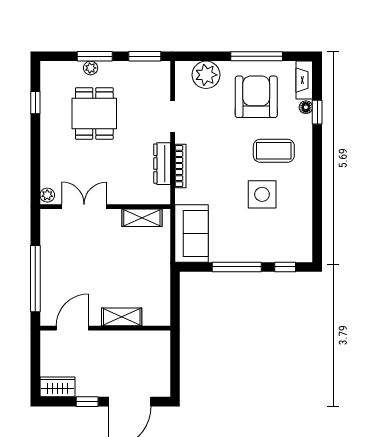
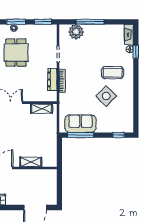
window: (257, 56) -> (90, 22), moved
armchair: (256, 97) -> (103, 44), removed
side table: (262, 194) -> (106, 96), turned 45
sofa: (191, 233) -> (80, 124), moved, turned -90
window: (237, 267) -> (80, 135), moved
window: (87, 402) -> (12, 208), removed

